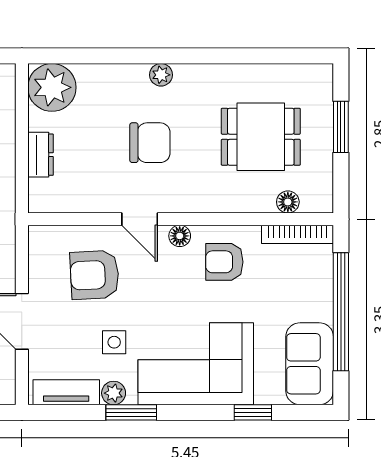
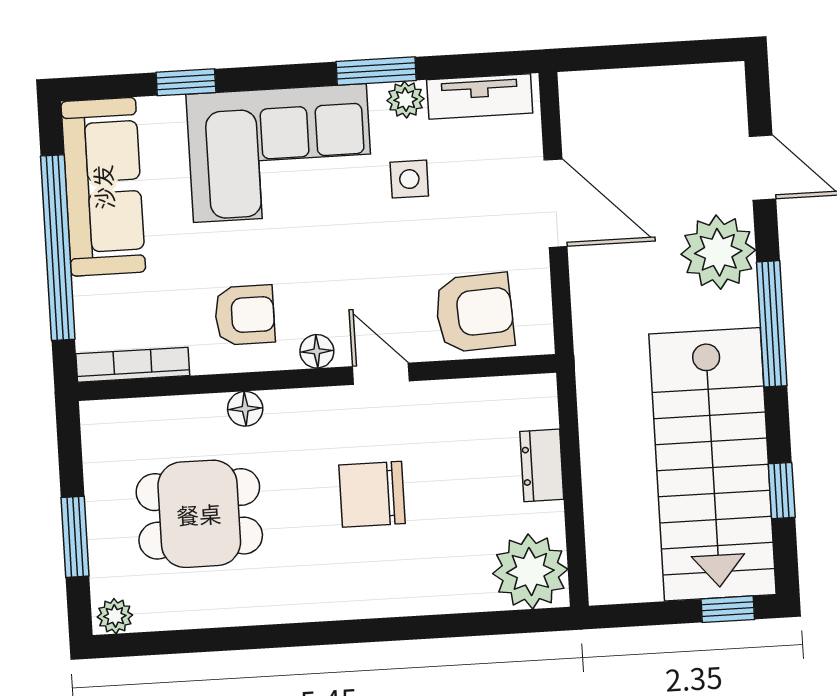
plant: (161, 75) -> (115, 616), moved
floor lamp: (288, 202) -> (245, 409), moved
armchair: (95, 275) -> (474, 313), moved
sofa: (310, 364) -> (103, 187), width x1.36

